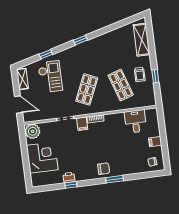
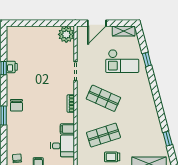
window: (80, 40) -> (168, 139), moved
filing cabinet: (82, 124) -> (67, 129), moved
corner desk: (42, 157) -> (37, 41), removed

